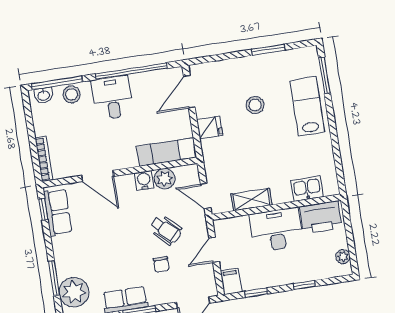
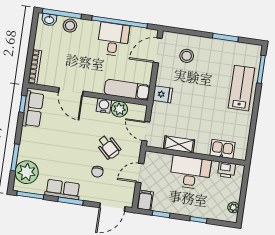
desk: (112, 98) -> (113, 39), moved
stool: (255, 105) -> (187, 56), moved
fridge: (210, 127) -> (163, 94), moved
printer: (321, 217) -> (227, 170), width x0.53, depth x0.68

